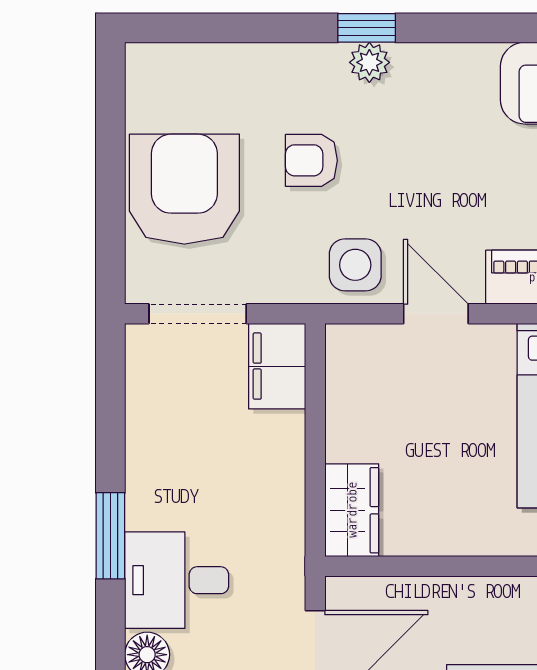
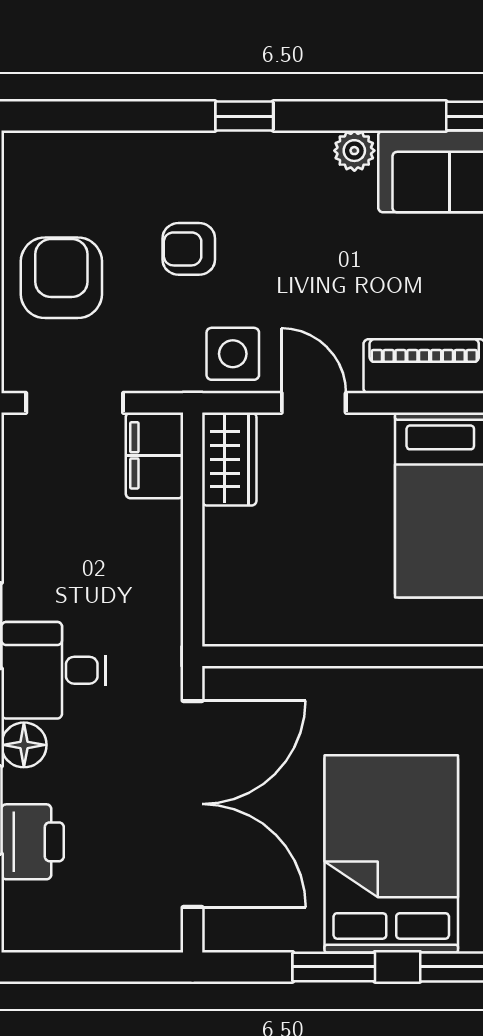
plant: (369, 62) -> (354, 151), moved
armchair: (184, 189) -> (61, 278), width x0.73, depth x0.73
wardrobe: (352, 510) -> (229, 459), moved

